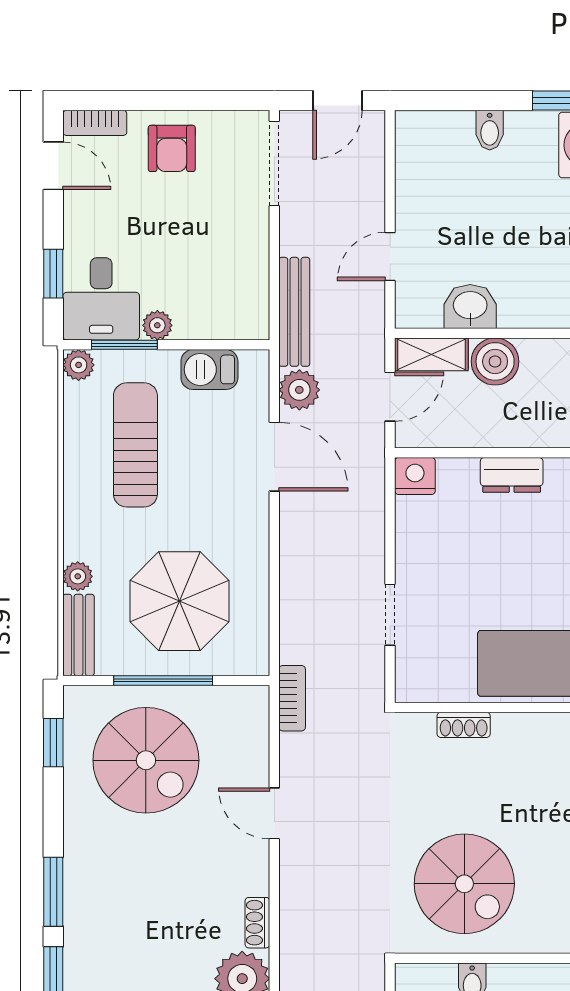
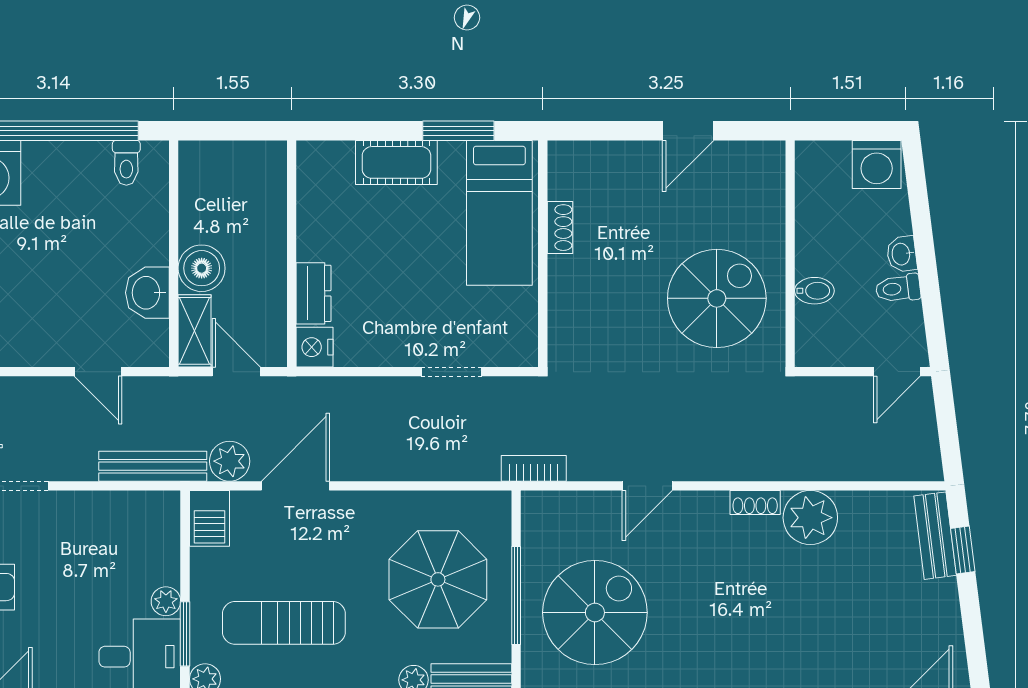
barbecue: (209, 369) -> (209, 518), moved
dresser: (512, 475) -> (314, 293), moved
shoe rack: (464, 725) -> (560, 228), moved

